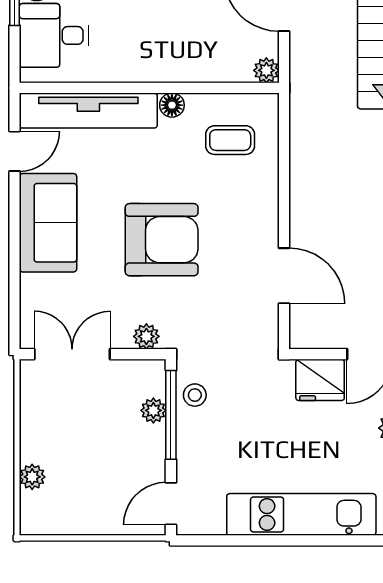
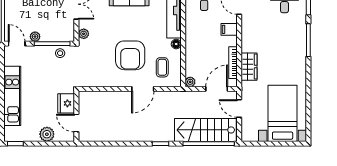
armchair: (162, 240) -> (130, 55), moved
door: (284, 276) -> (143, 89), moved
plant: (153, 410) -> (35, 37), moved

